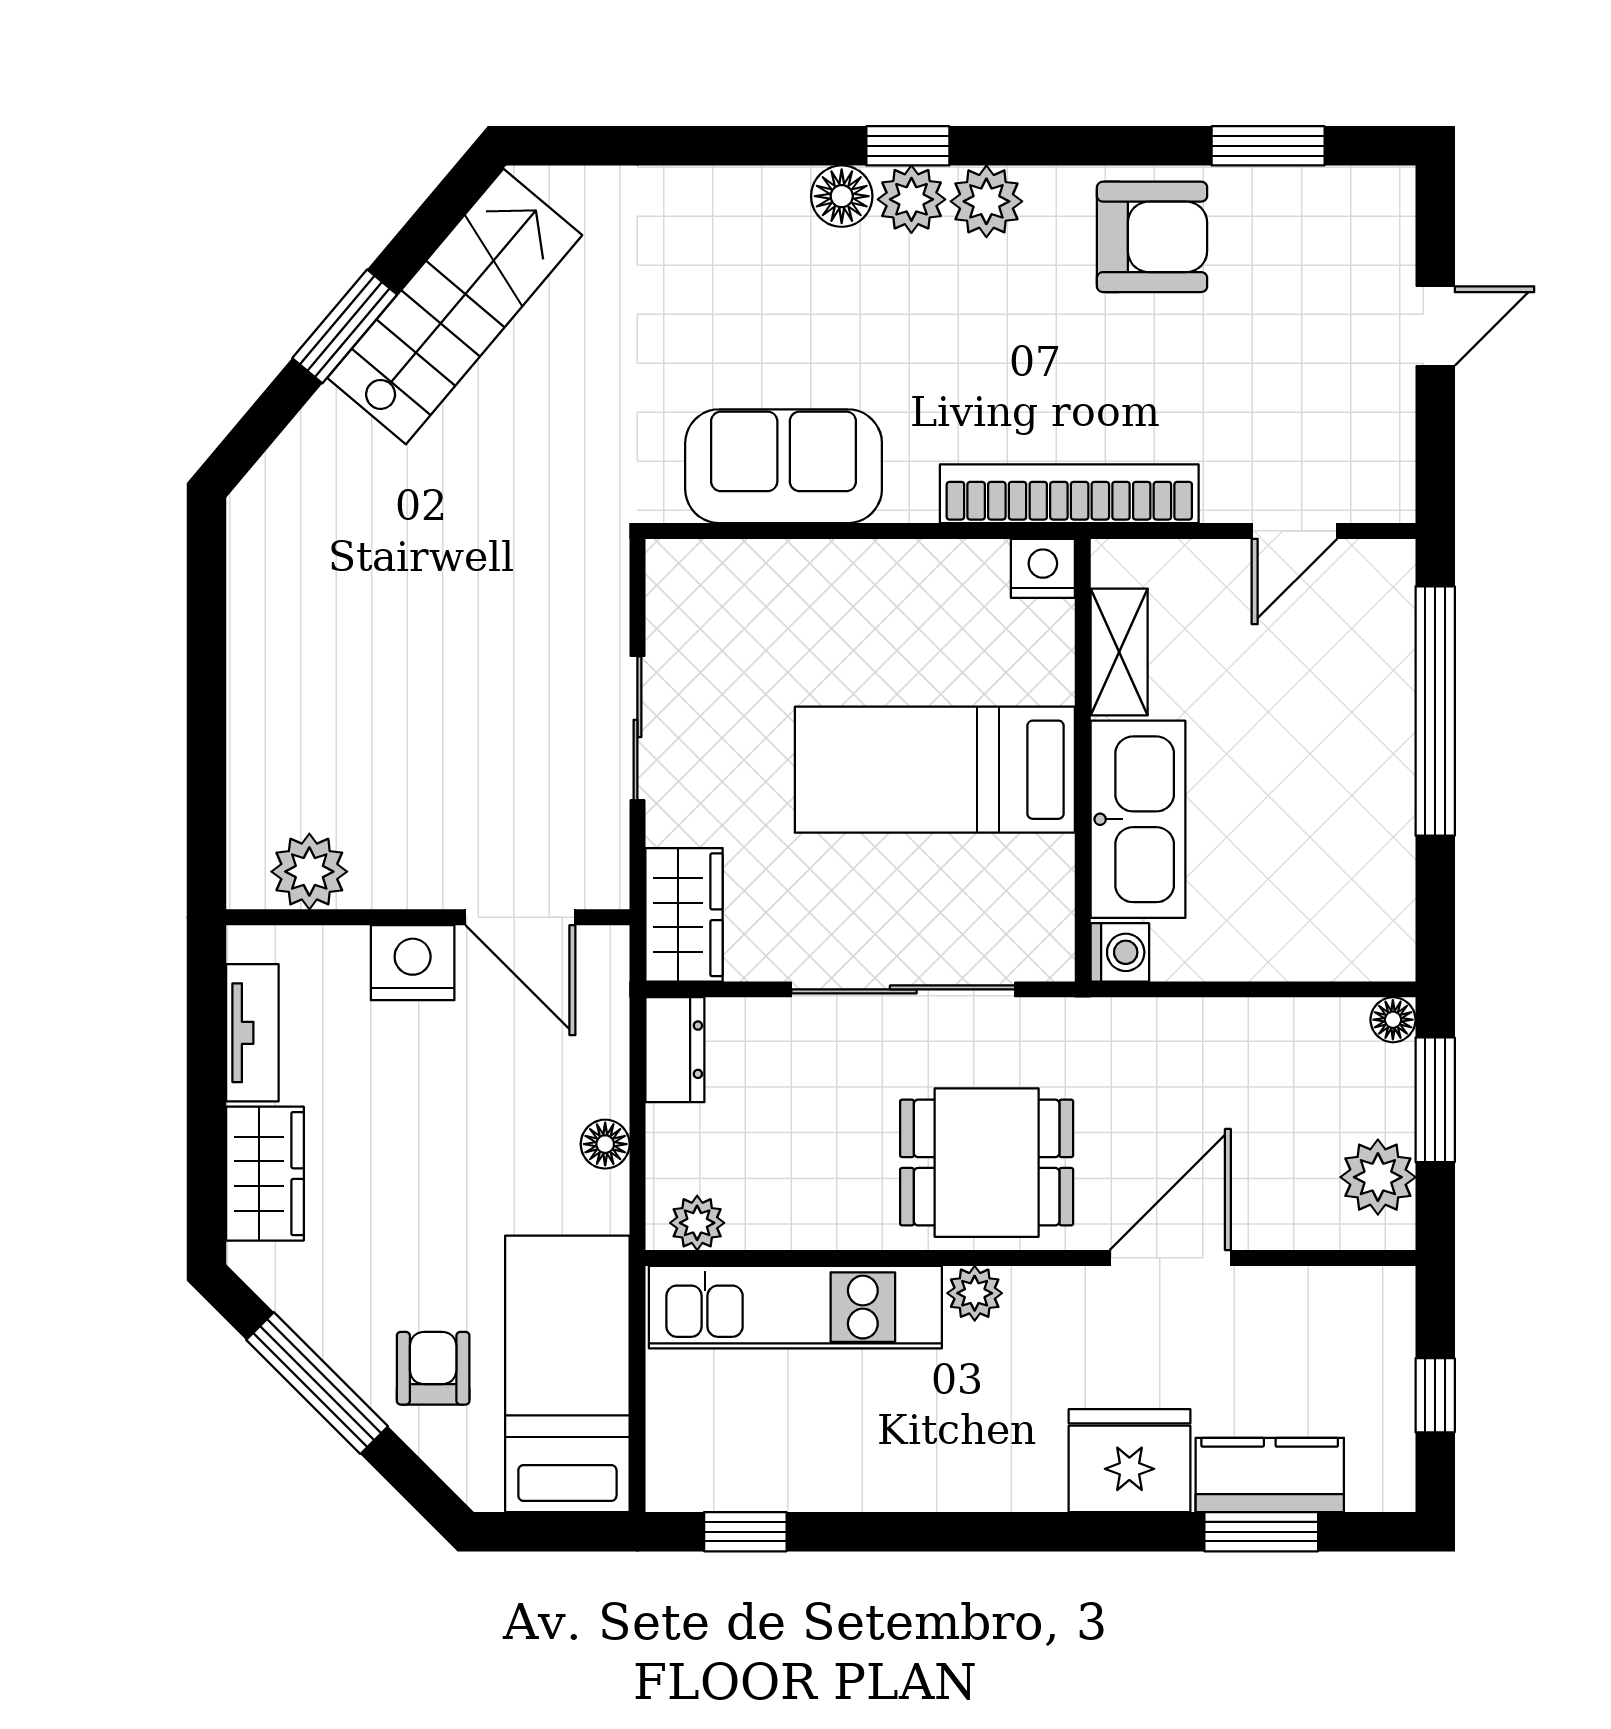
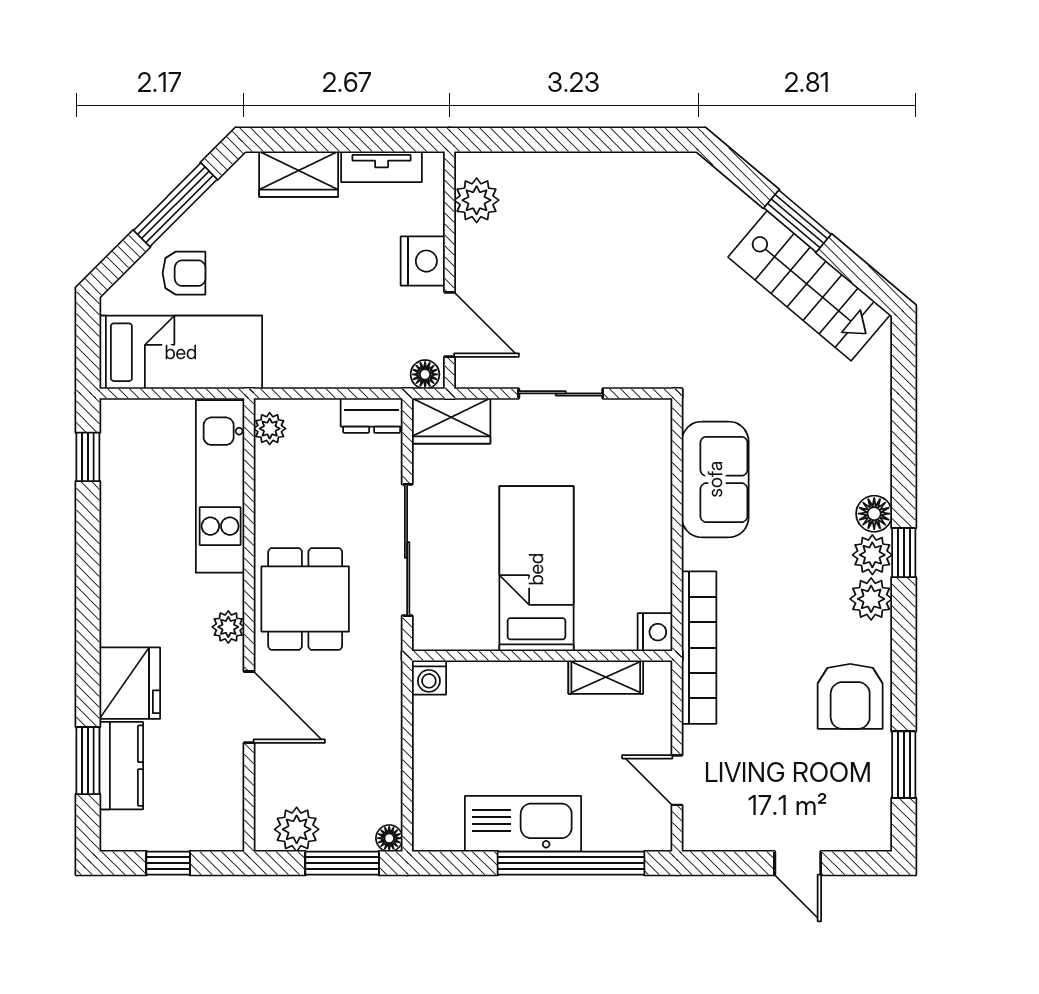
kitchen sink: (1138, 819) -> (523, 824), moved, turned 180
door: (520, 917) -> (450, 324), swing flipped
floor lamp: (605, 1144) -> (425, 374), moved
plant: (975, 1293) -> (228, 627), moved

